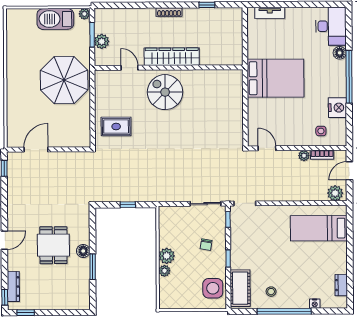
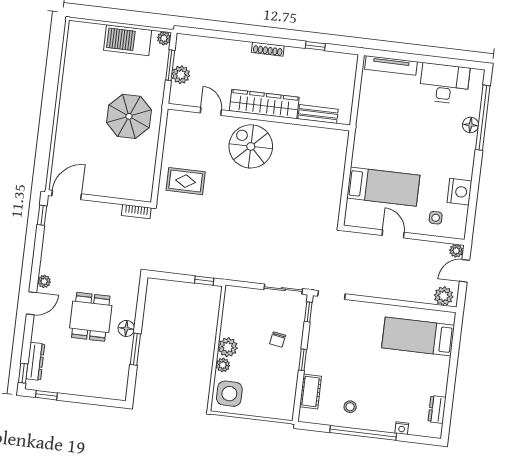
tv unit: (270, 13) -> (391, 65), width x1.41
desk: (331, 26) -> (444, 84), moved, turned -90
bench: (216, 59) -> (318, 114), added
window: (349, 77) -> (483, 118), moved
bed: (275, 78) -> (383, 187), moved, width x0.67
parasol: (64, 80) -> (129, 116), width x0.73, depth x0.73
door: (267, 148) -> (393, 234), moved
door: (36, 150) -> (67, 195), moved
bookcase: (322, 155) -> (136, 212), moved
plant: (304, 156) -> (456, 251), moved
window: (128, 205) -> (204, 281), moved
plant: (12, 221) -> (44, 281), added
side table: (213, 288) -> (229, 394), moved
cot: (240, 288) -> (310, 391), width x0.73, depth x0.75

